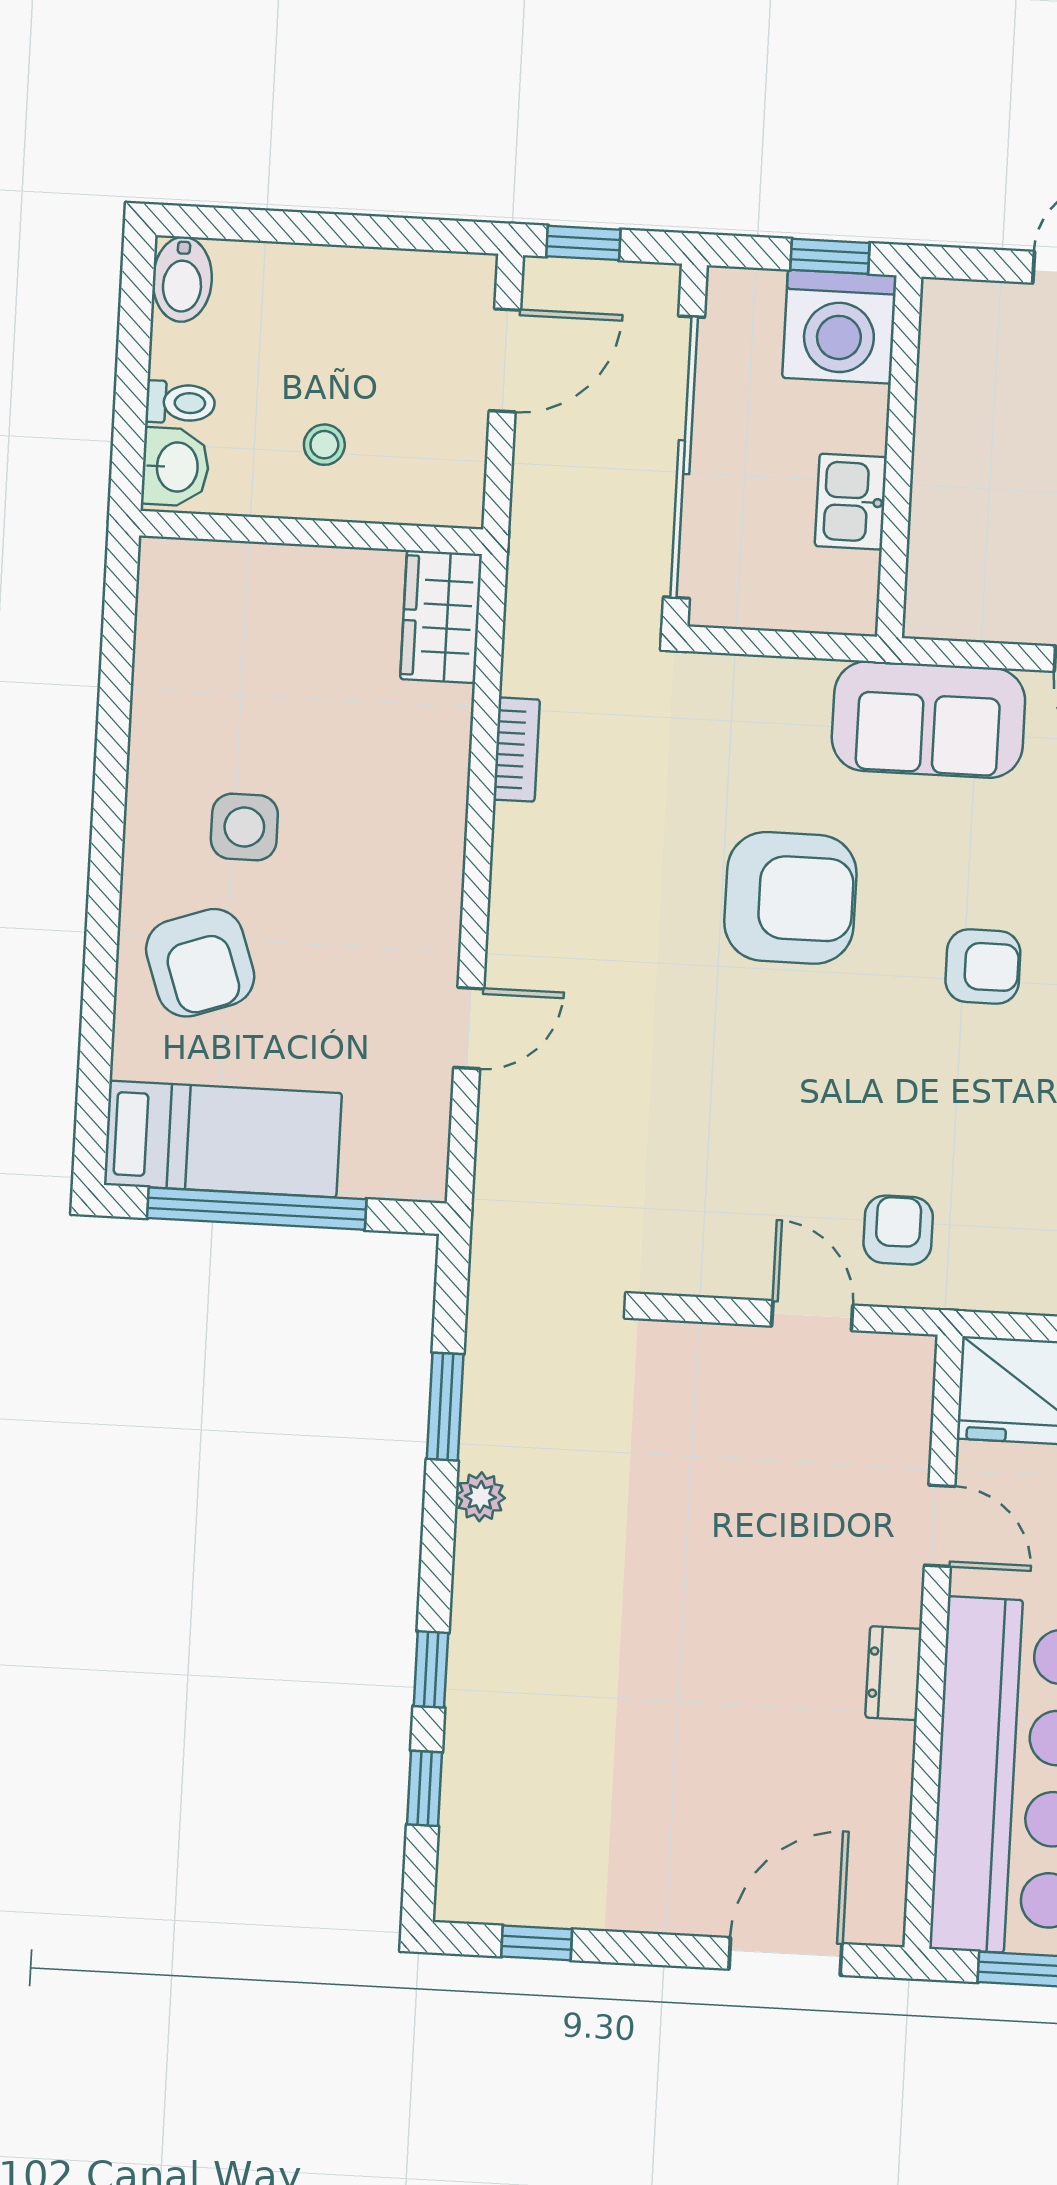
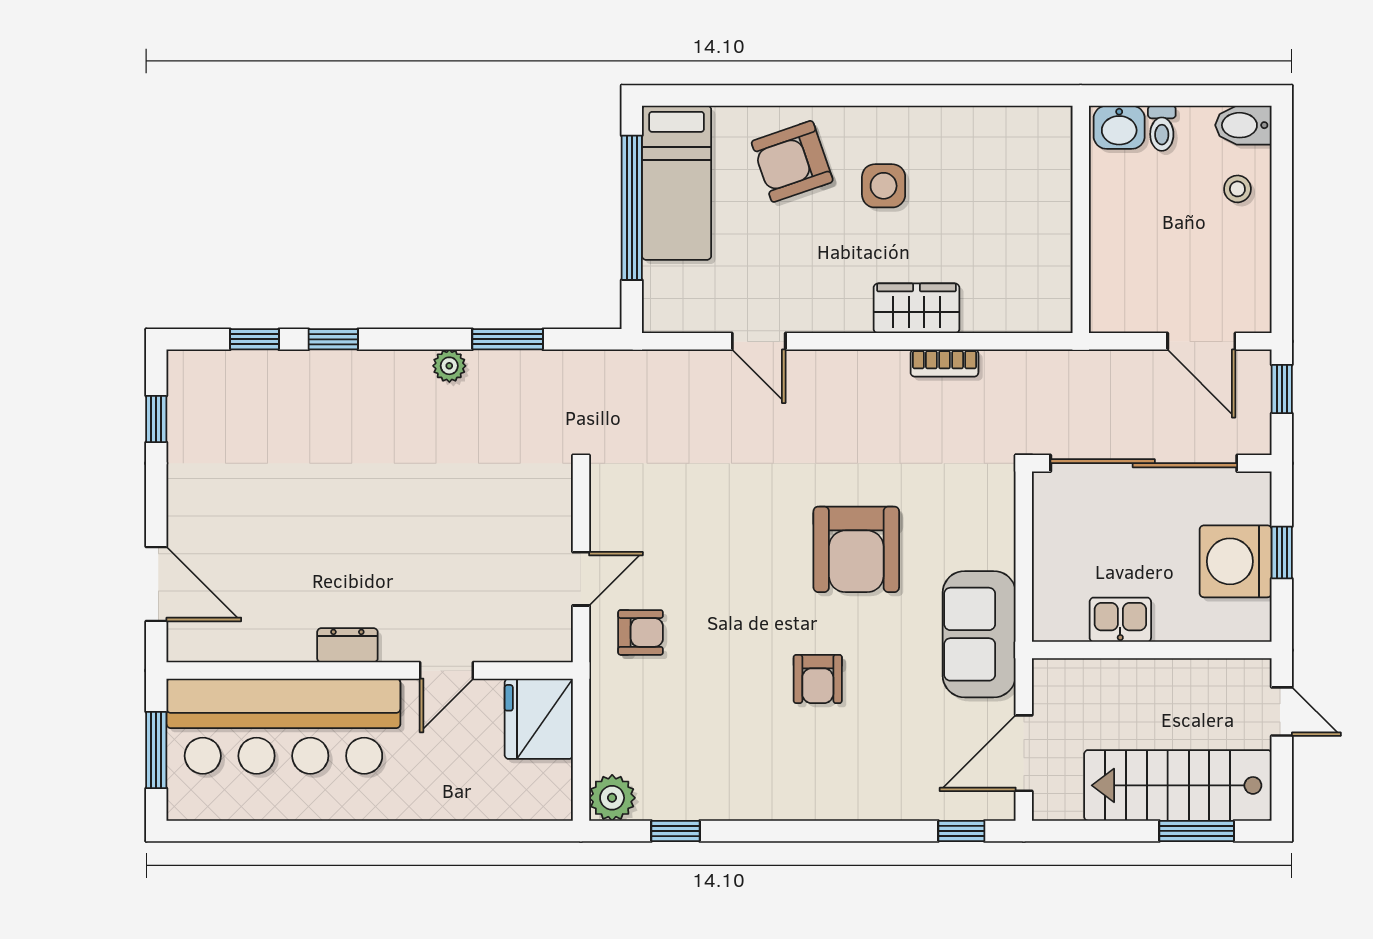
stool: (324, 445) -> (1237, 189), moved
wall: (899, 457) -> (1152, 650), moved
kitchen sink: (851, 502) -> (1120, 620), moved
wardrobe: (441, 617) -> (916, 308), moved

